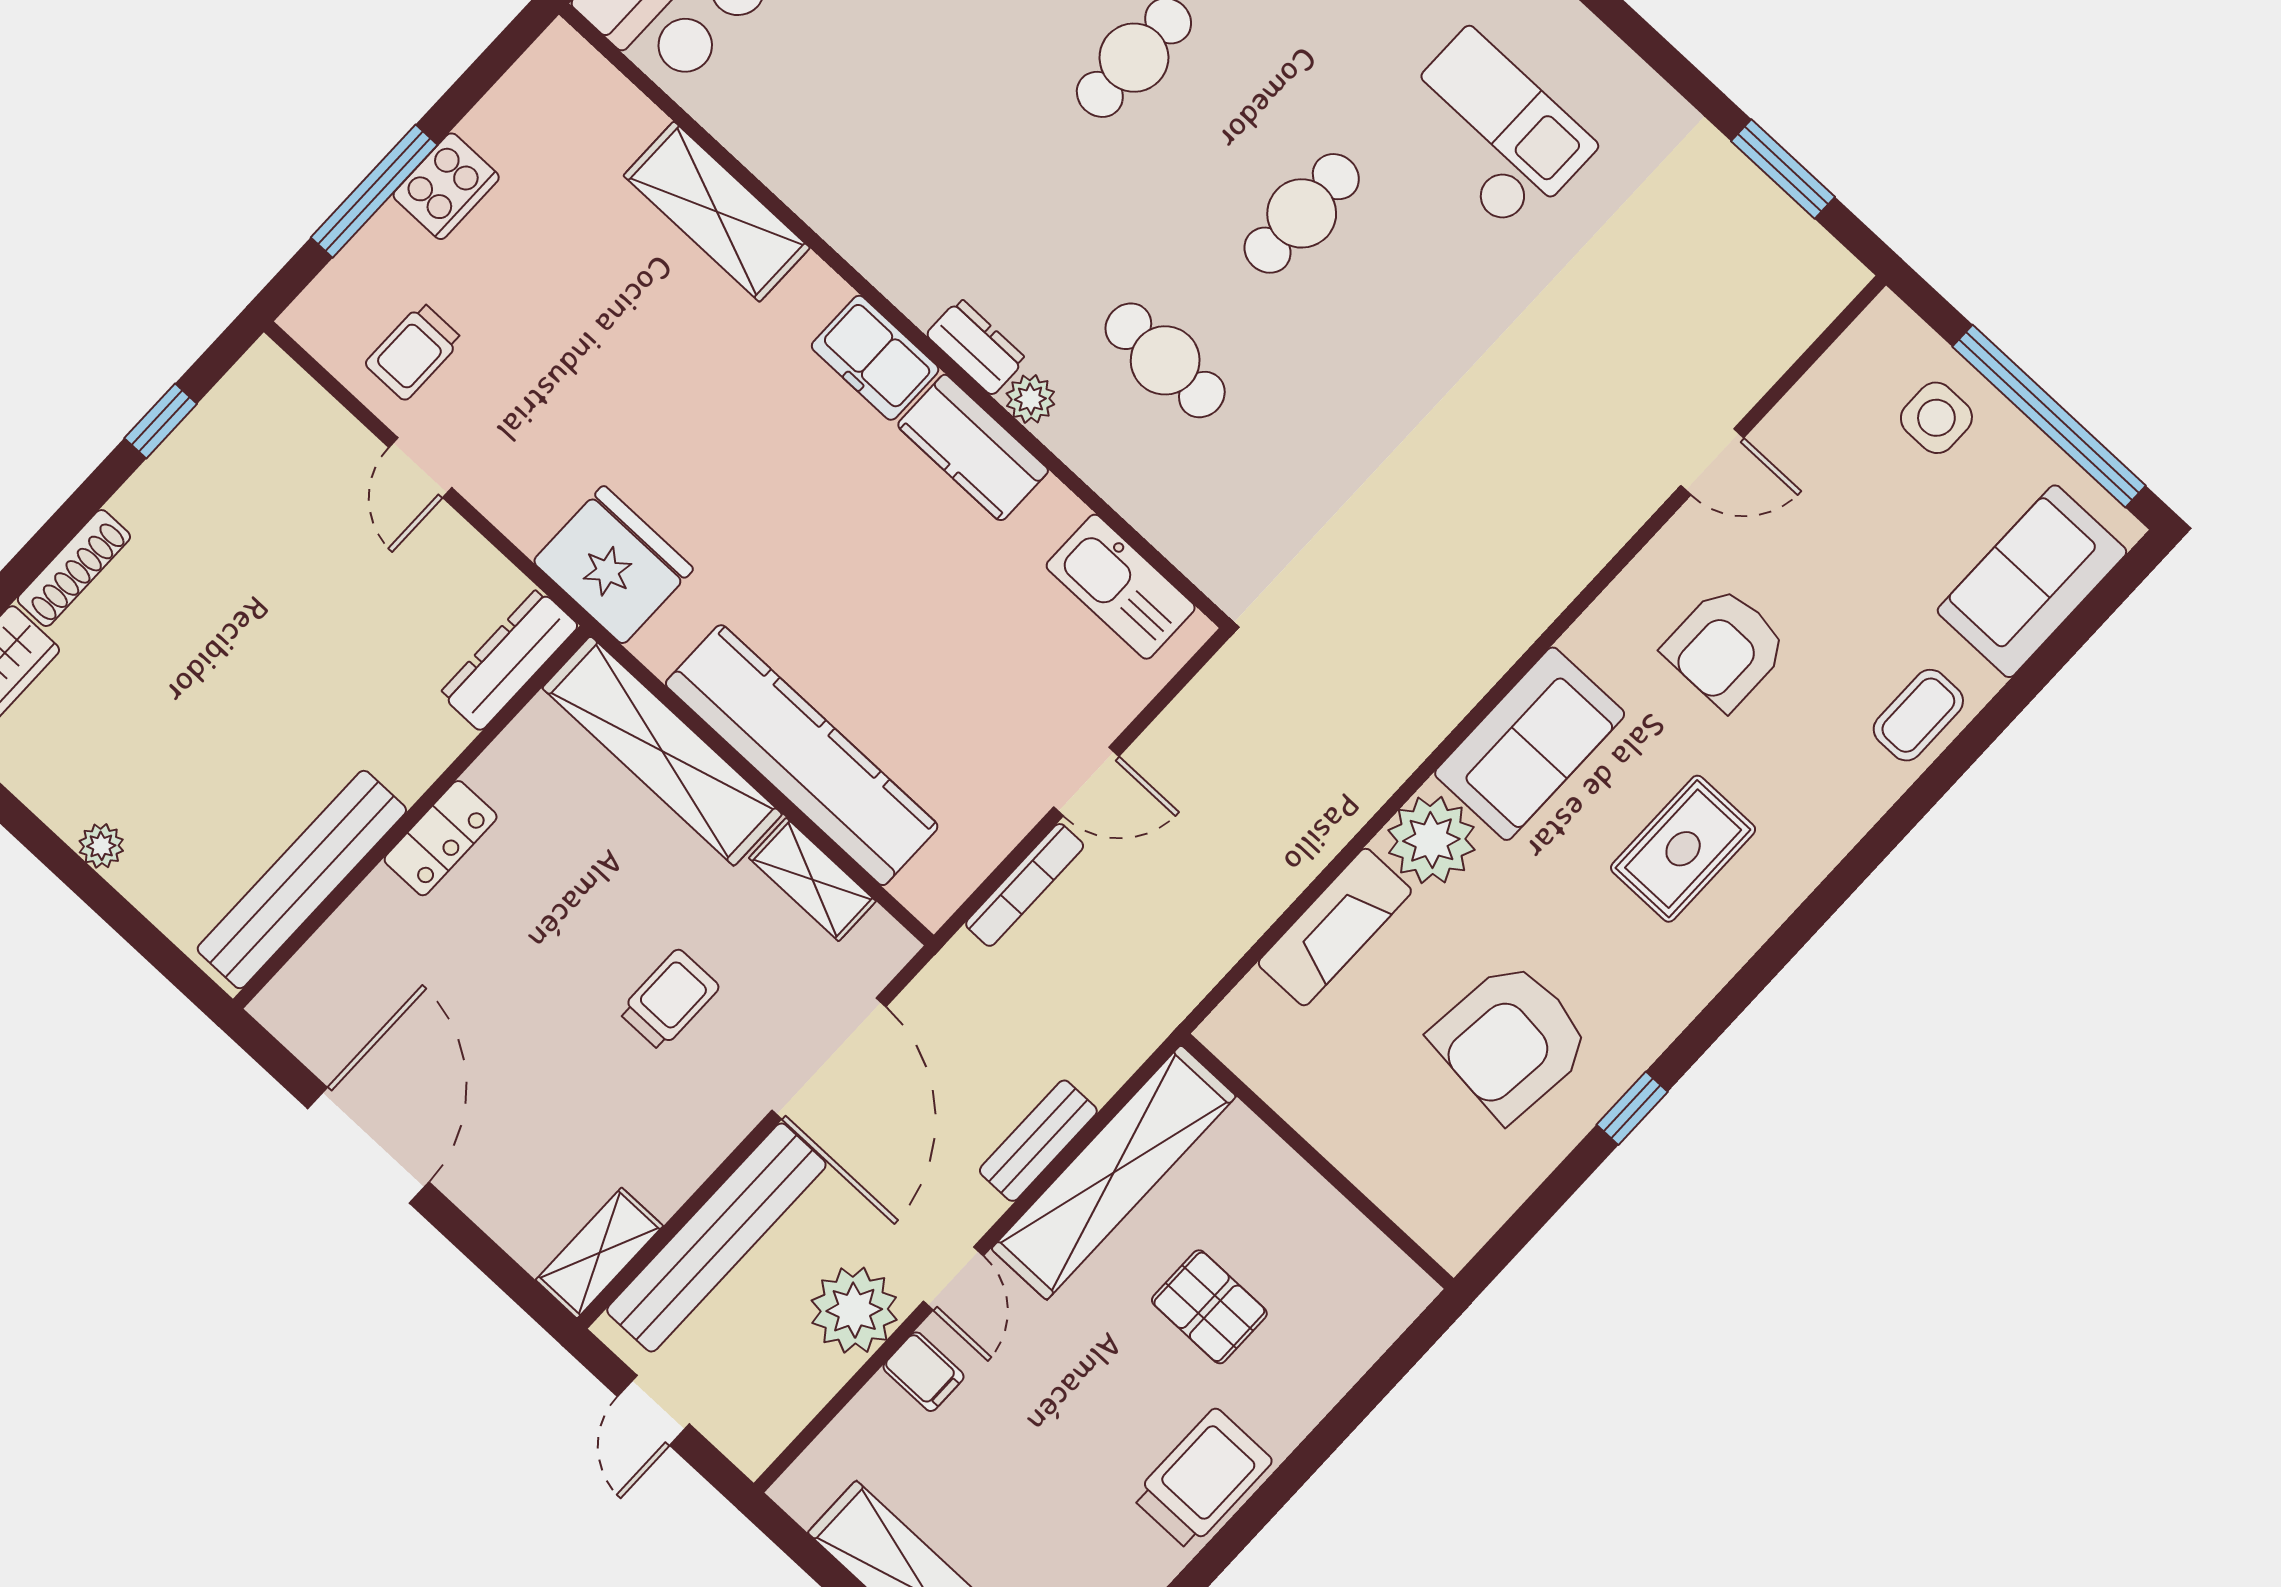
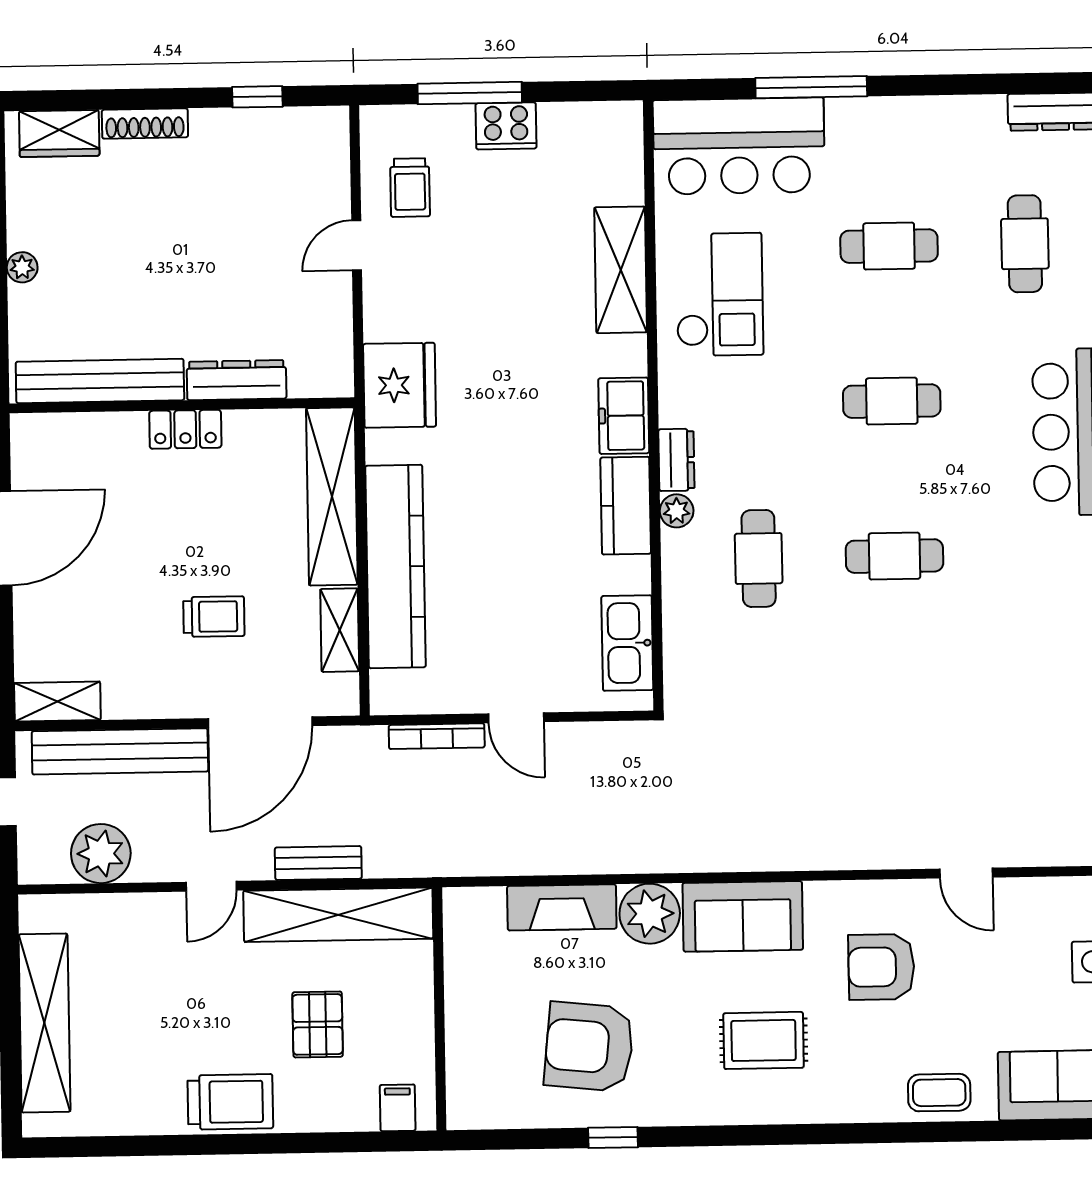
checkout: (1492, 131) -> (719, 294), moved
trolley: (414, 352) -> (410, 188), turned -90
dresser: (509, 660) -> (237, 380), moved
plant: (854, 1310) -> (101, 854), moved
filing cabinet: (924, 1372) -> (398, 1108), moved, turned 180

